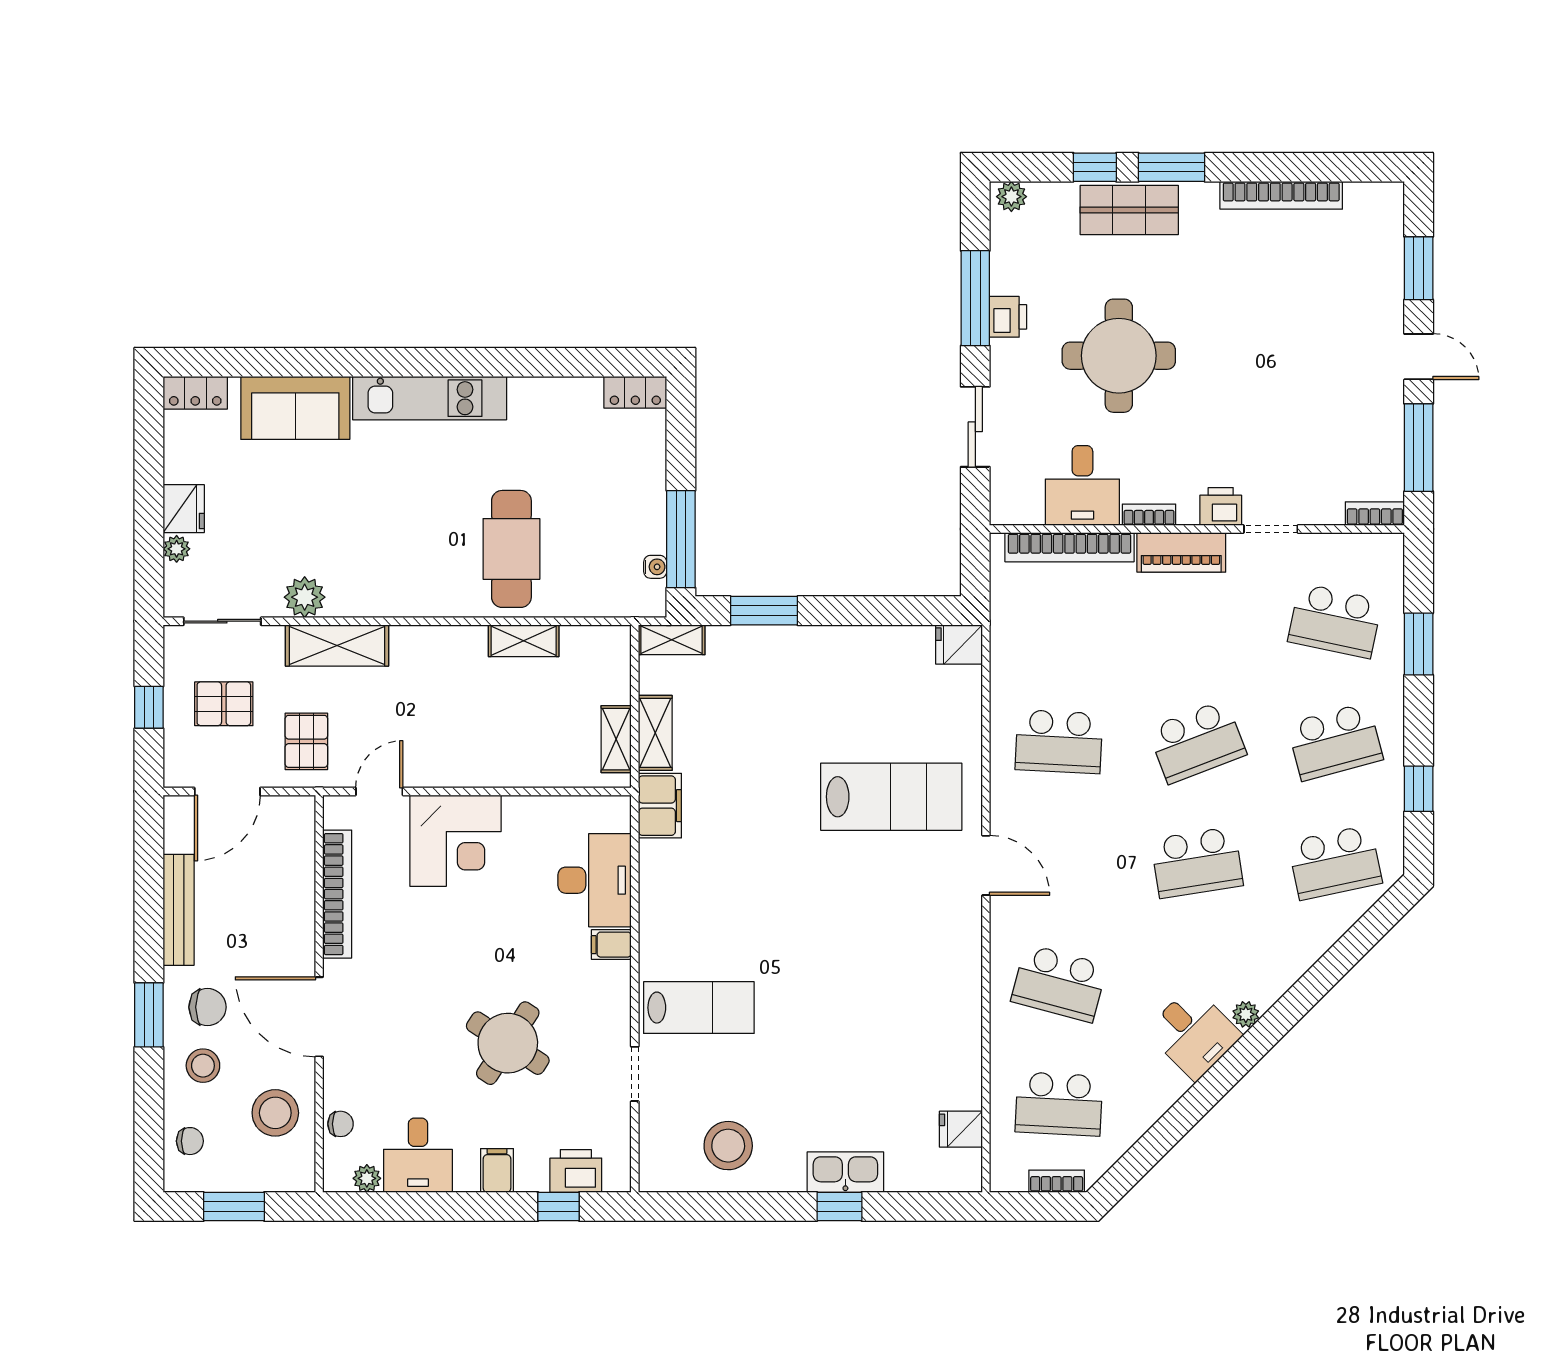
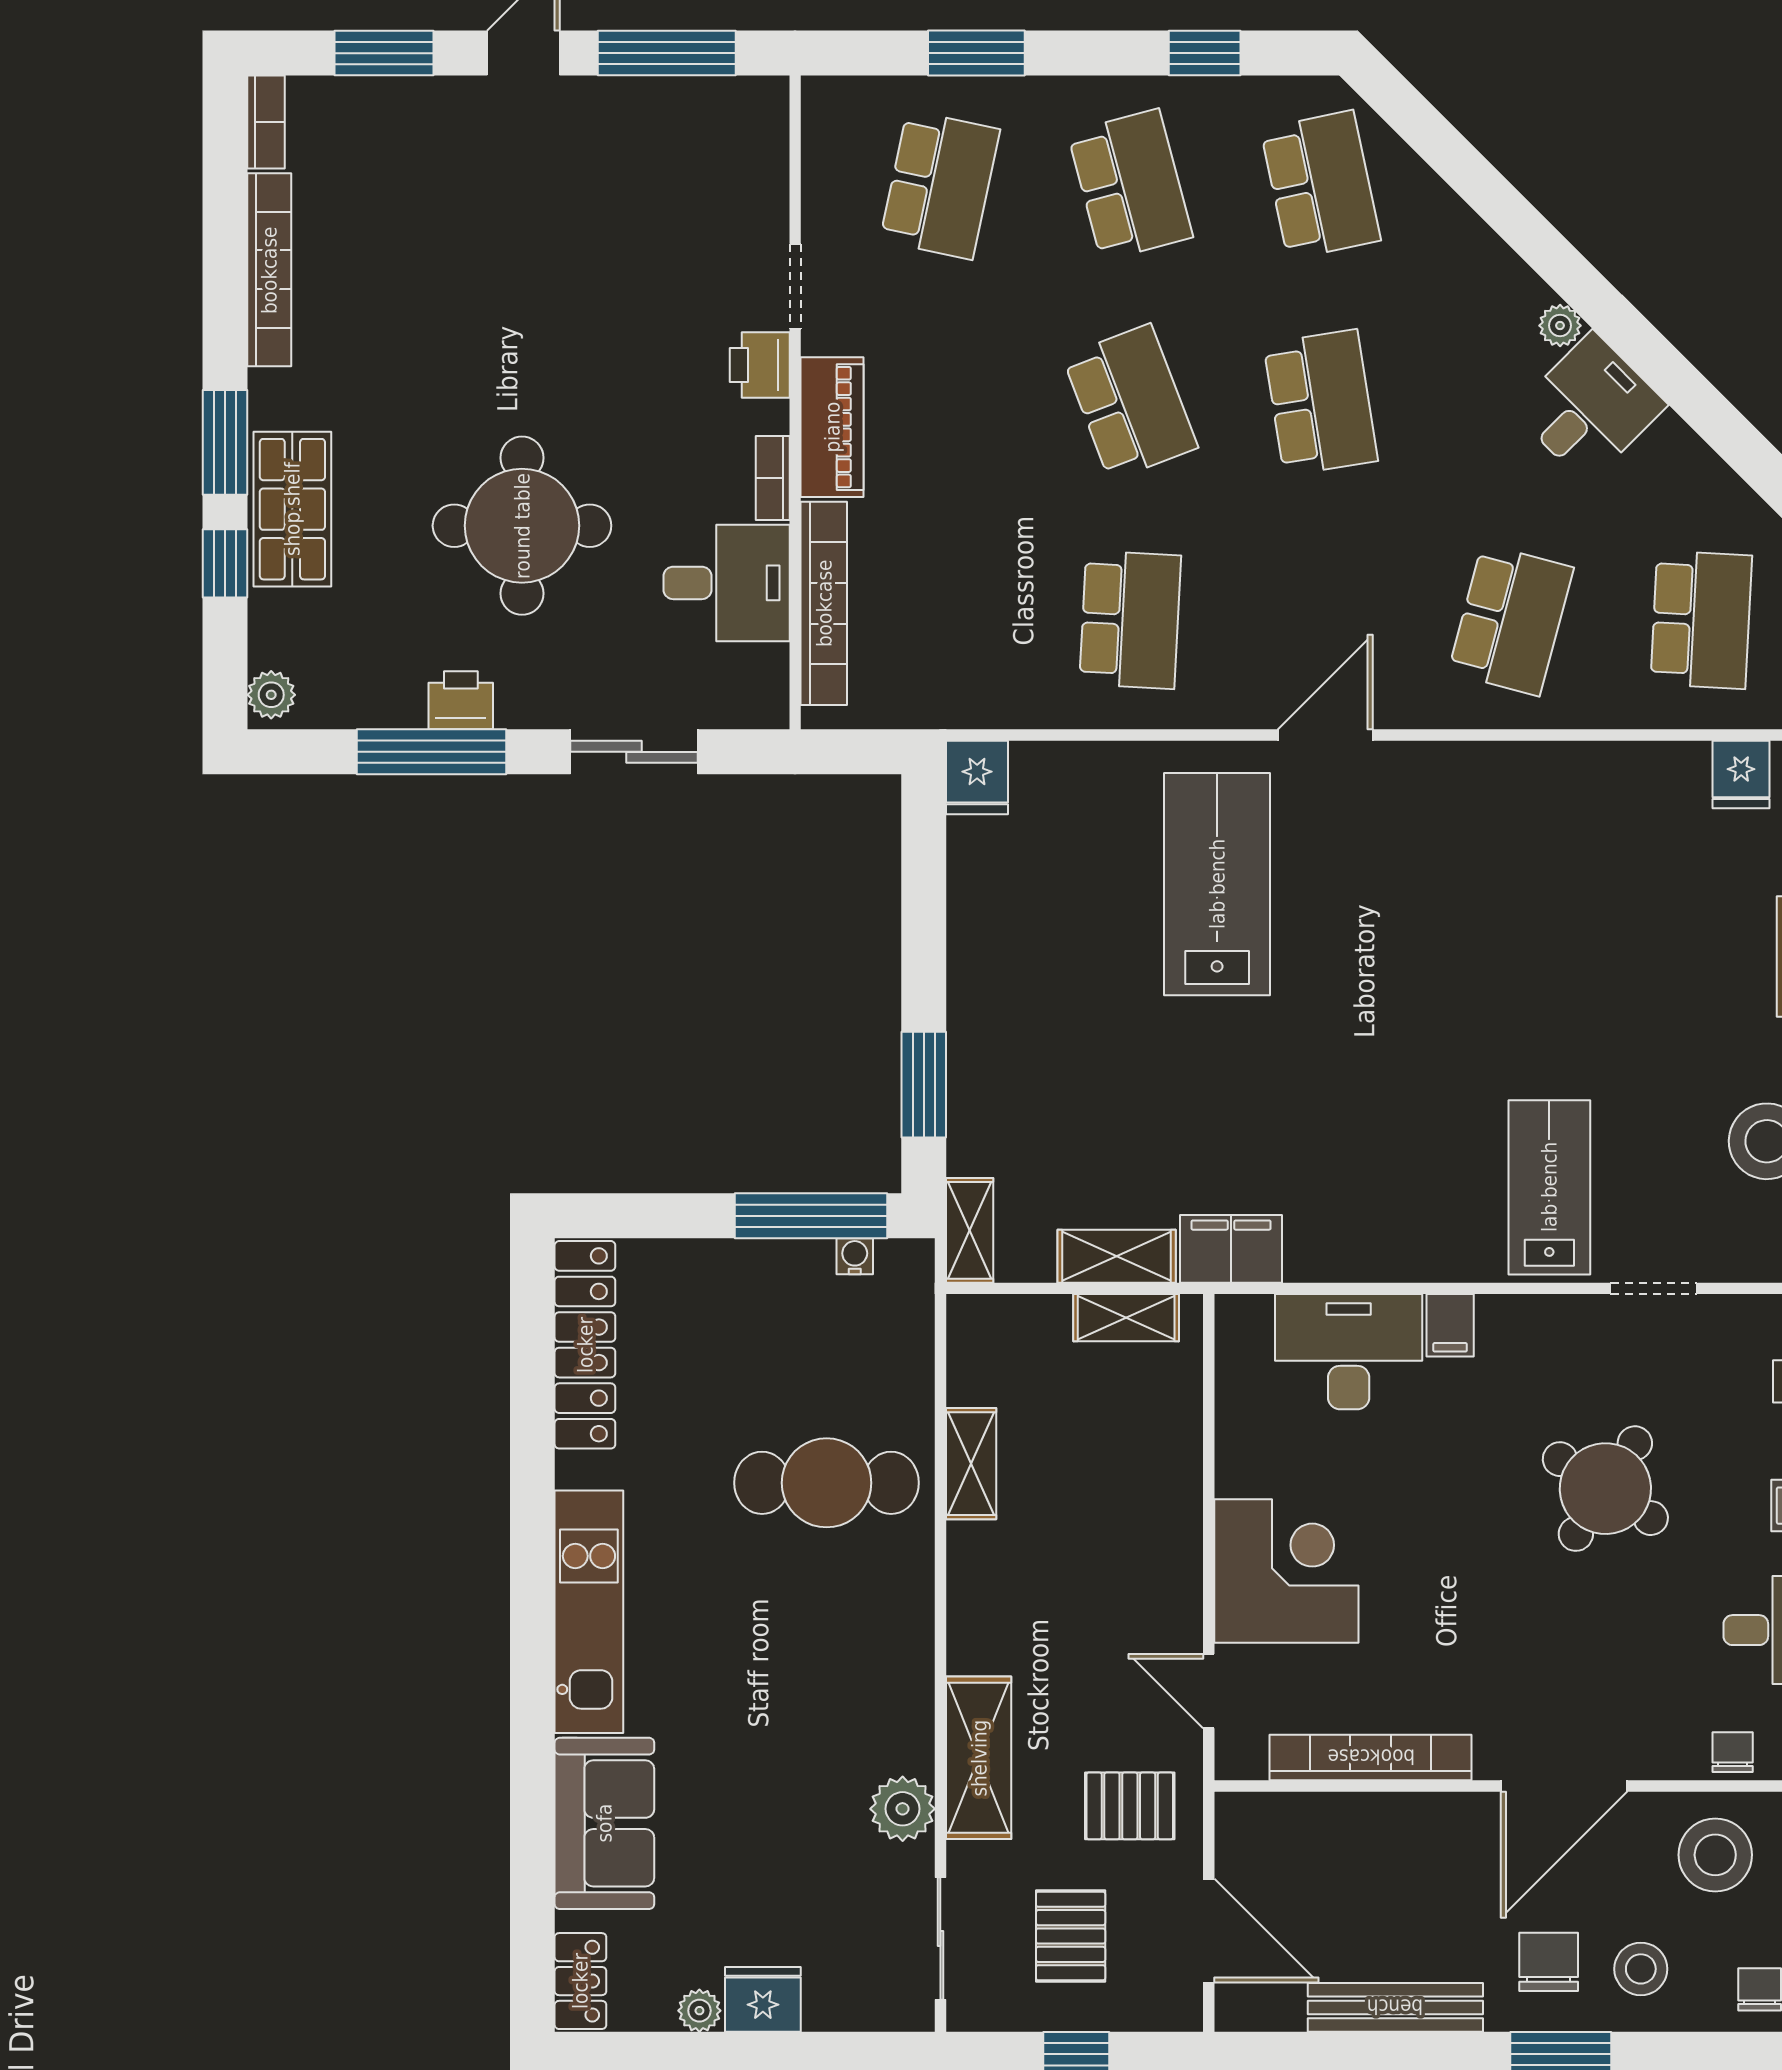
locker: (635, 392) -> (585, 1345), width x2.16, depth x1.21
bookcase: (1375, 514) -> (266, 122), moved, turned 180
plant: (177, 549) -> (699, 2011), moved

